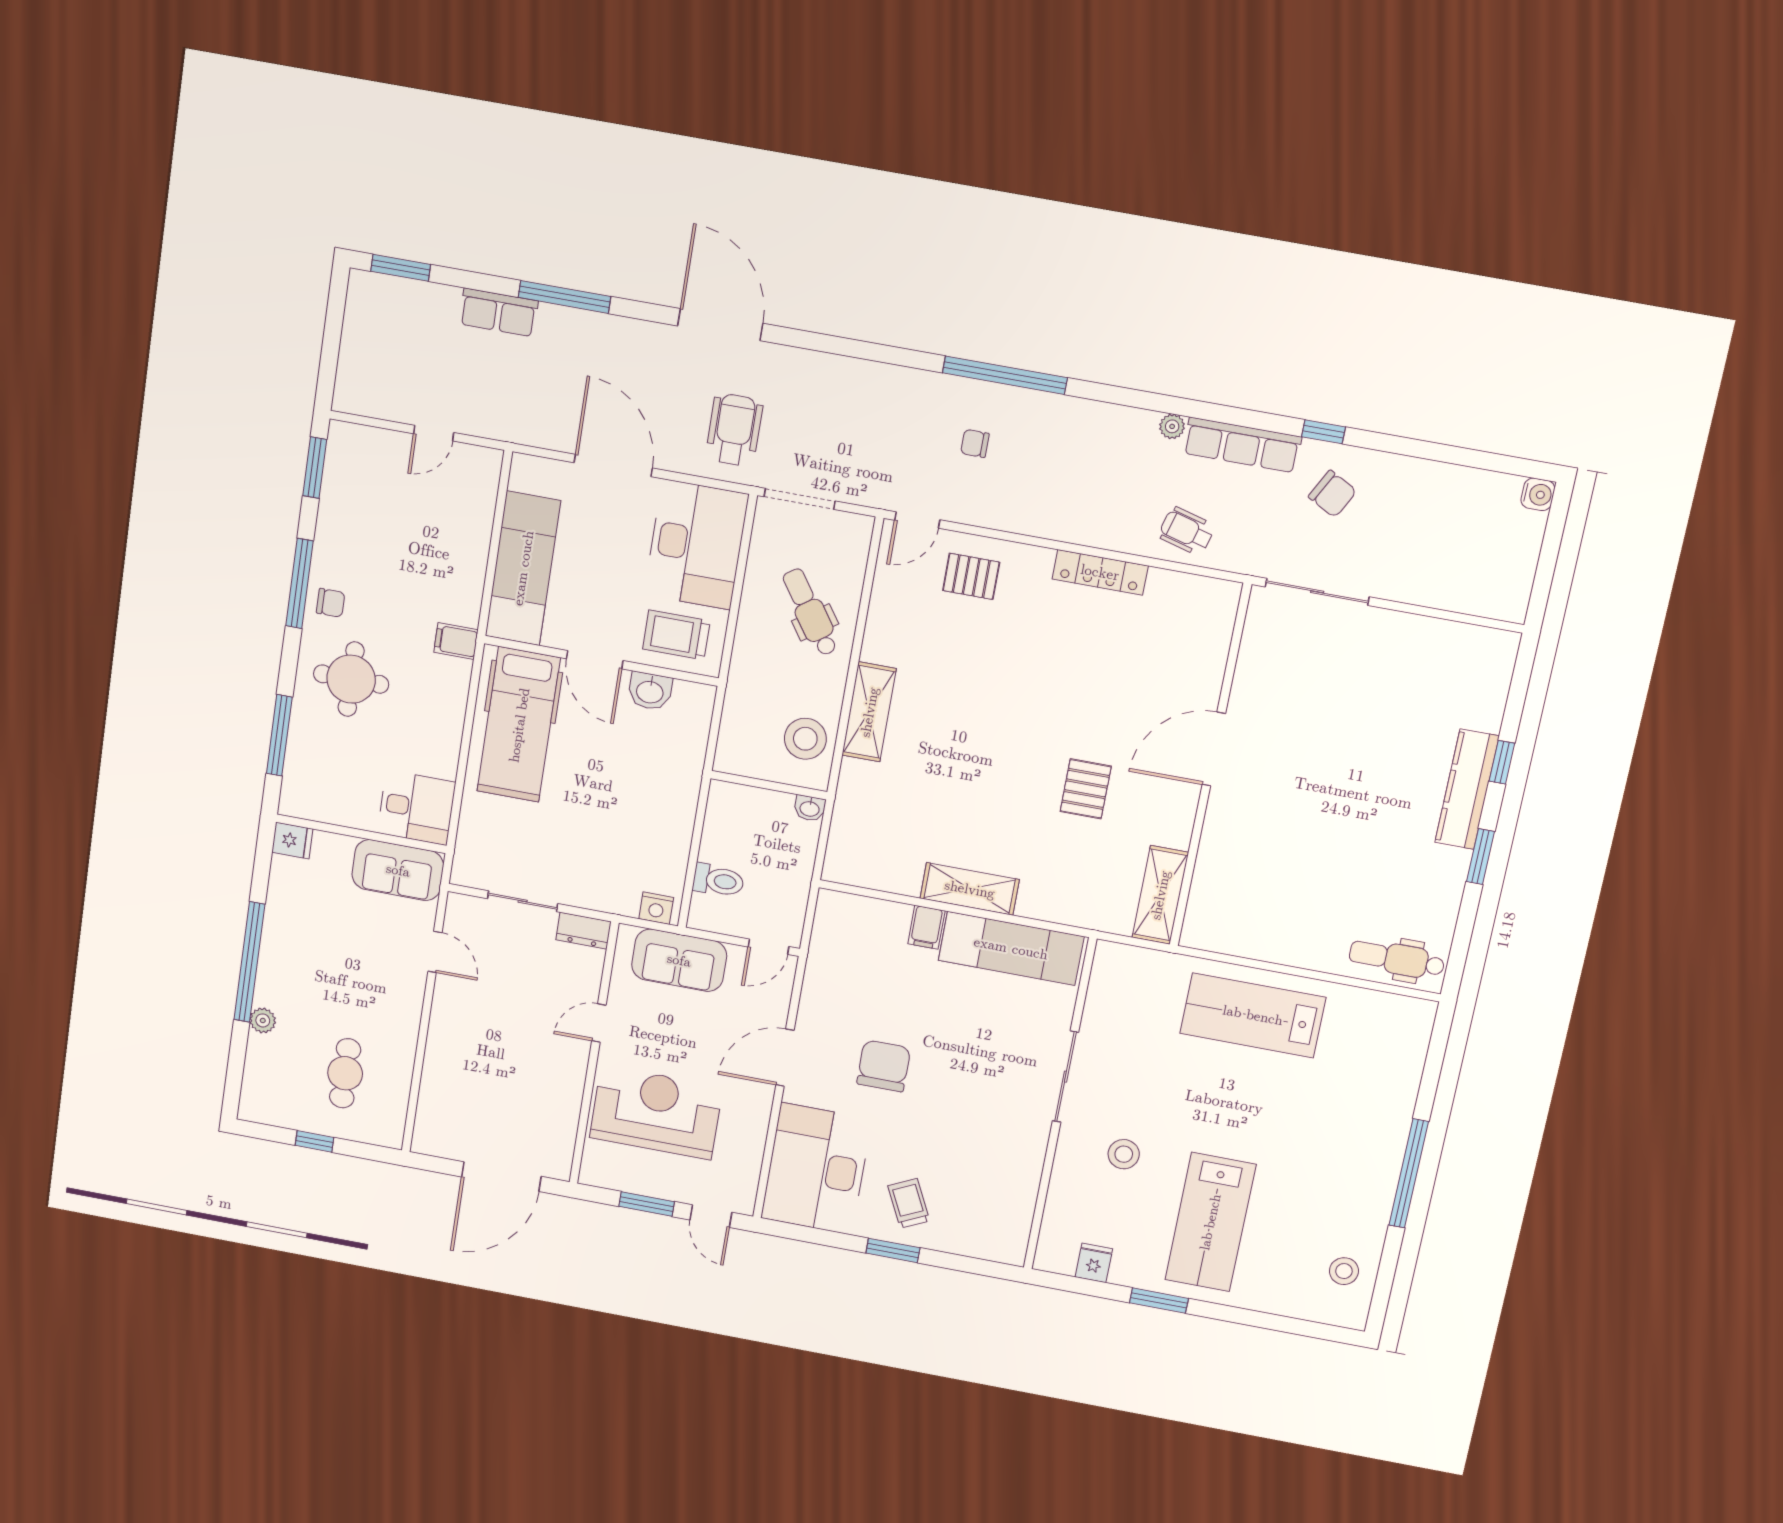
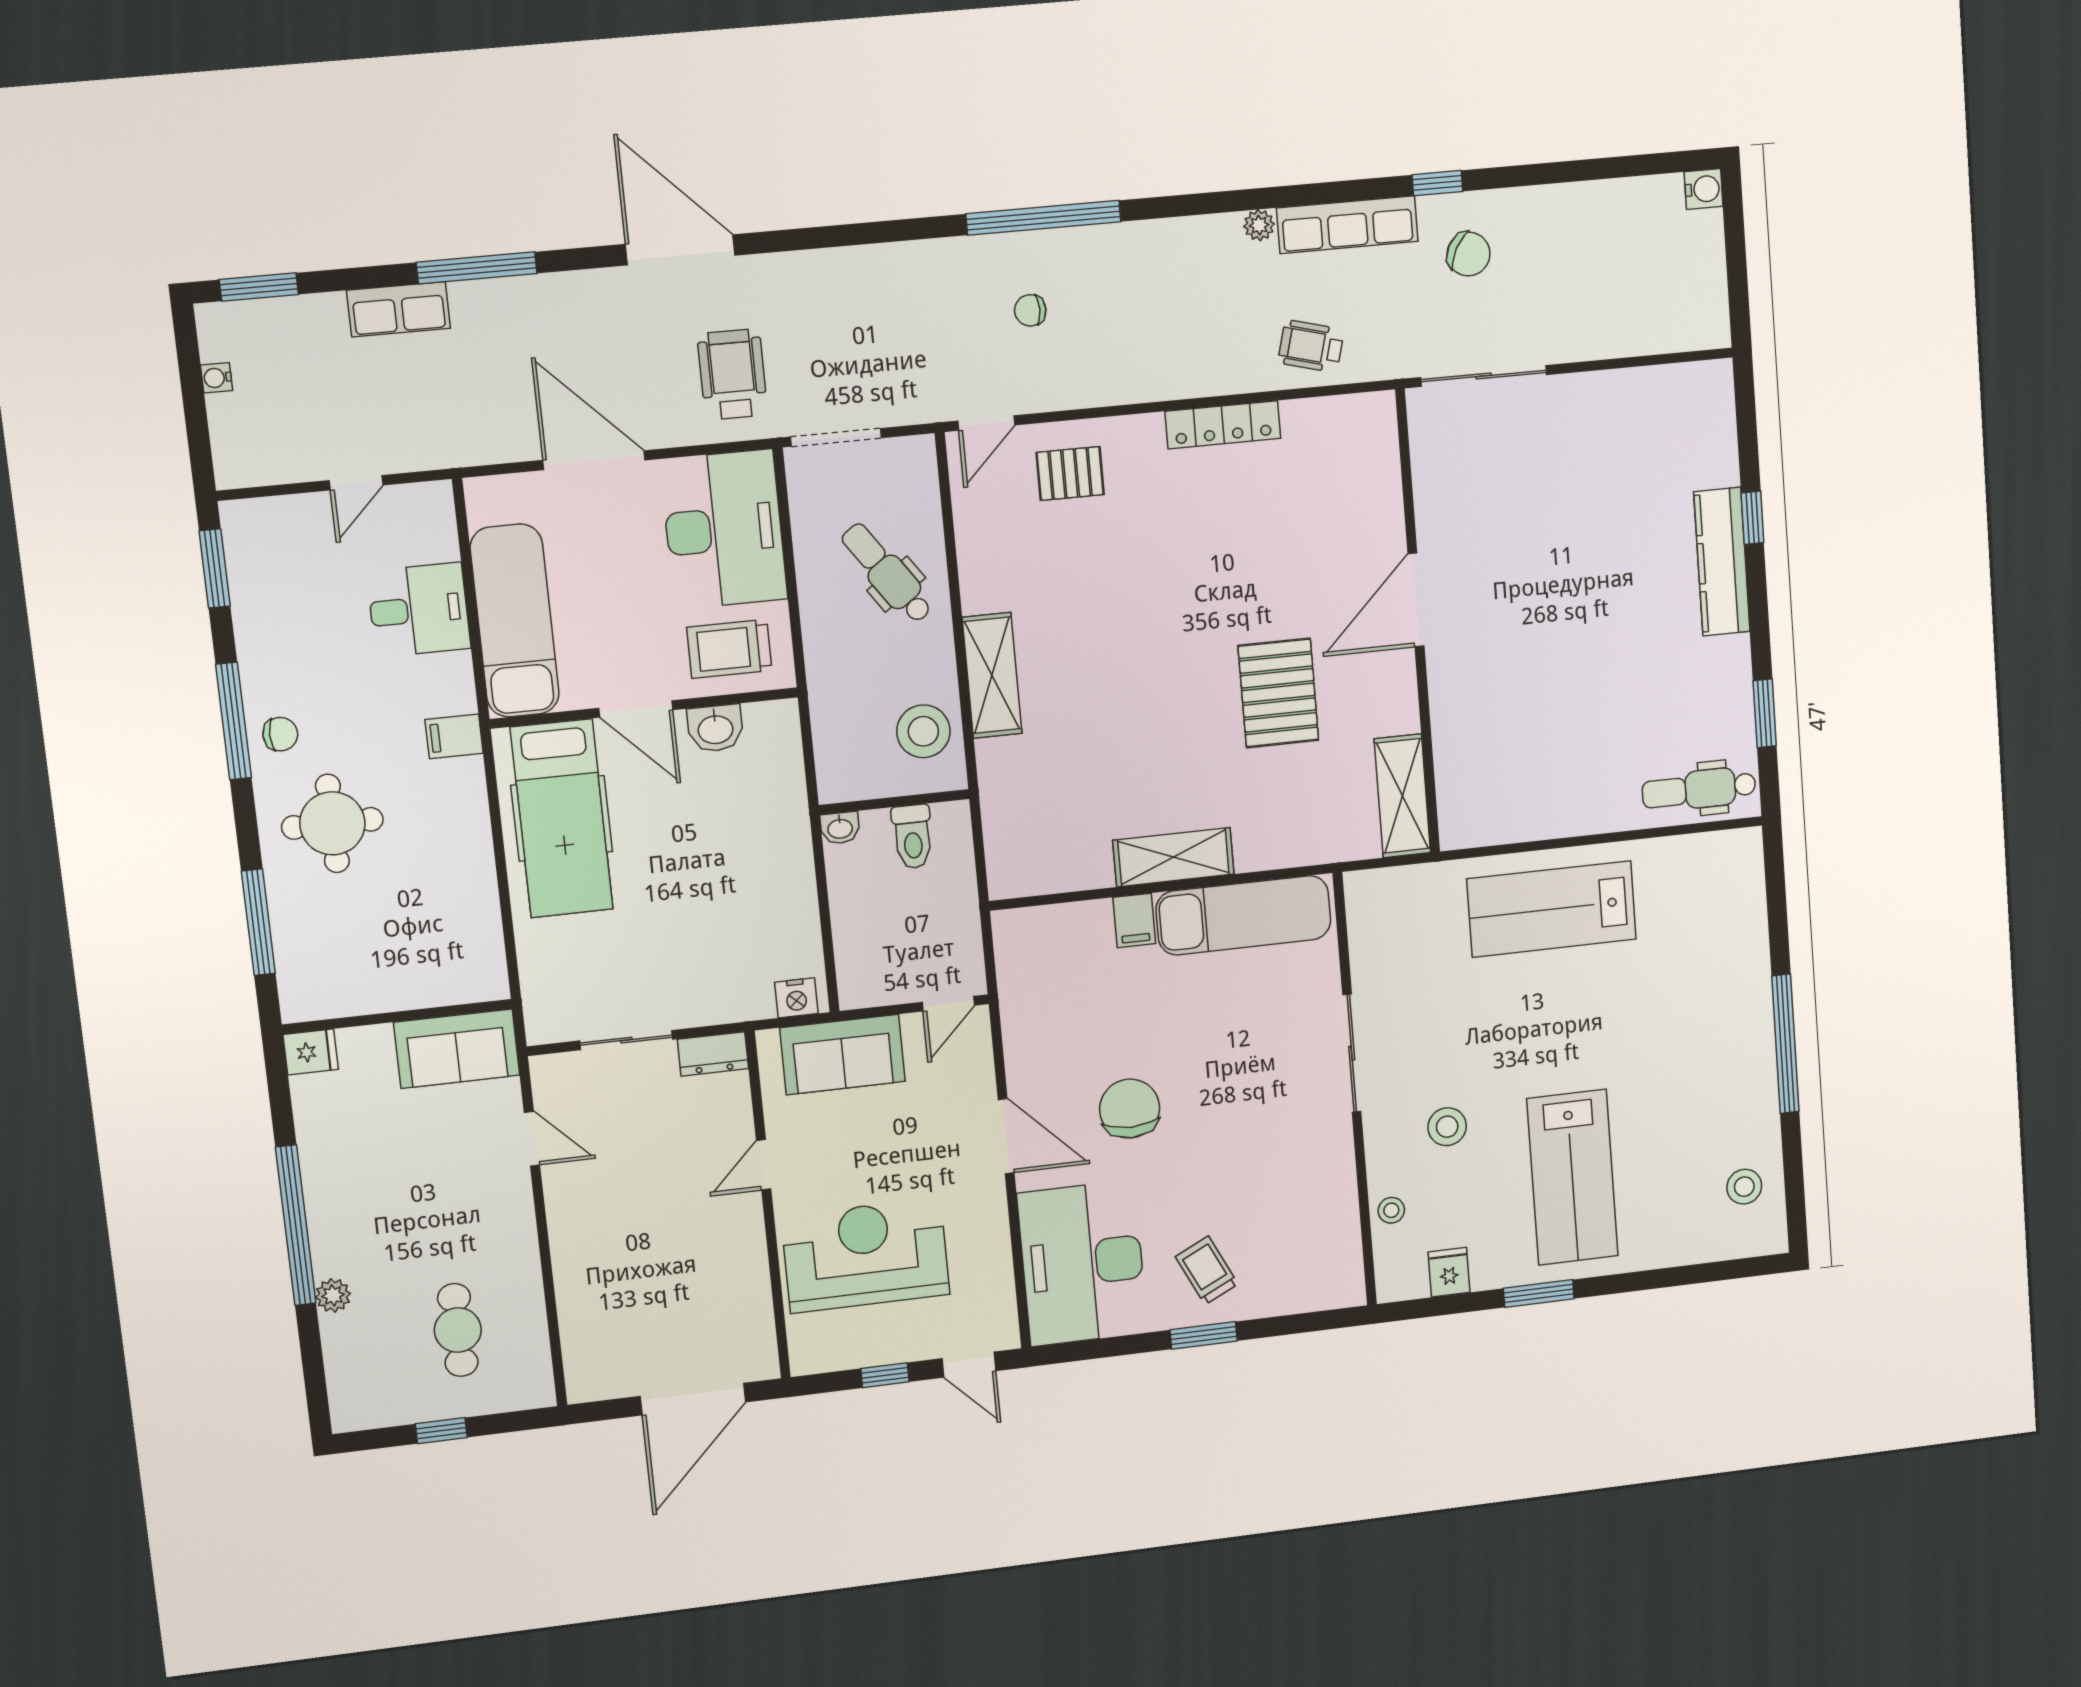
water cooler: (352, 327) -> (217, 378), added
pallet: (1086, 789) -> (1278, 693), width x1.50, depth x1.42
desk: (416, 808) -> (419, 610), moved
washbasin: (810, 808) -> (840, 828), moved
window: (1480, 857) -> (1765, 713), moved
toilet: (718, 881) -> (913, 837), moved, turned 90
door: (785, 1058) -> (1006, 1136), swing flipped
stool: (1063, 1203) -> (1391, 1210), added
window: (647, 1204) -> (885, 1375), width x0.67

